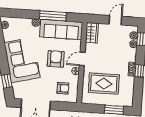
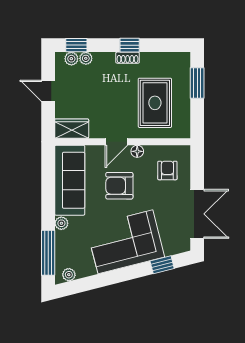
window: (53, 16) -> (48, 253), moved
door: (82, 59) -> (116, 142), hinge flipped

